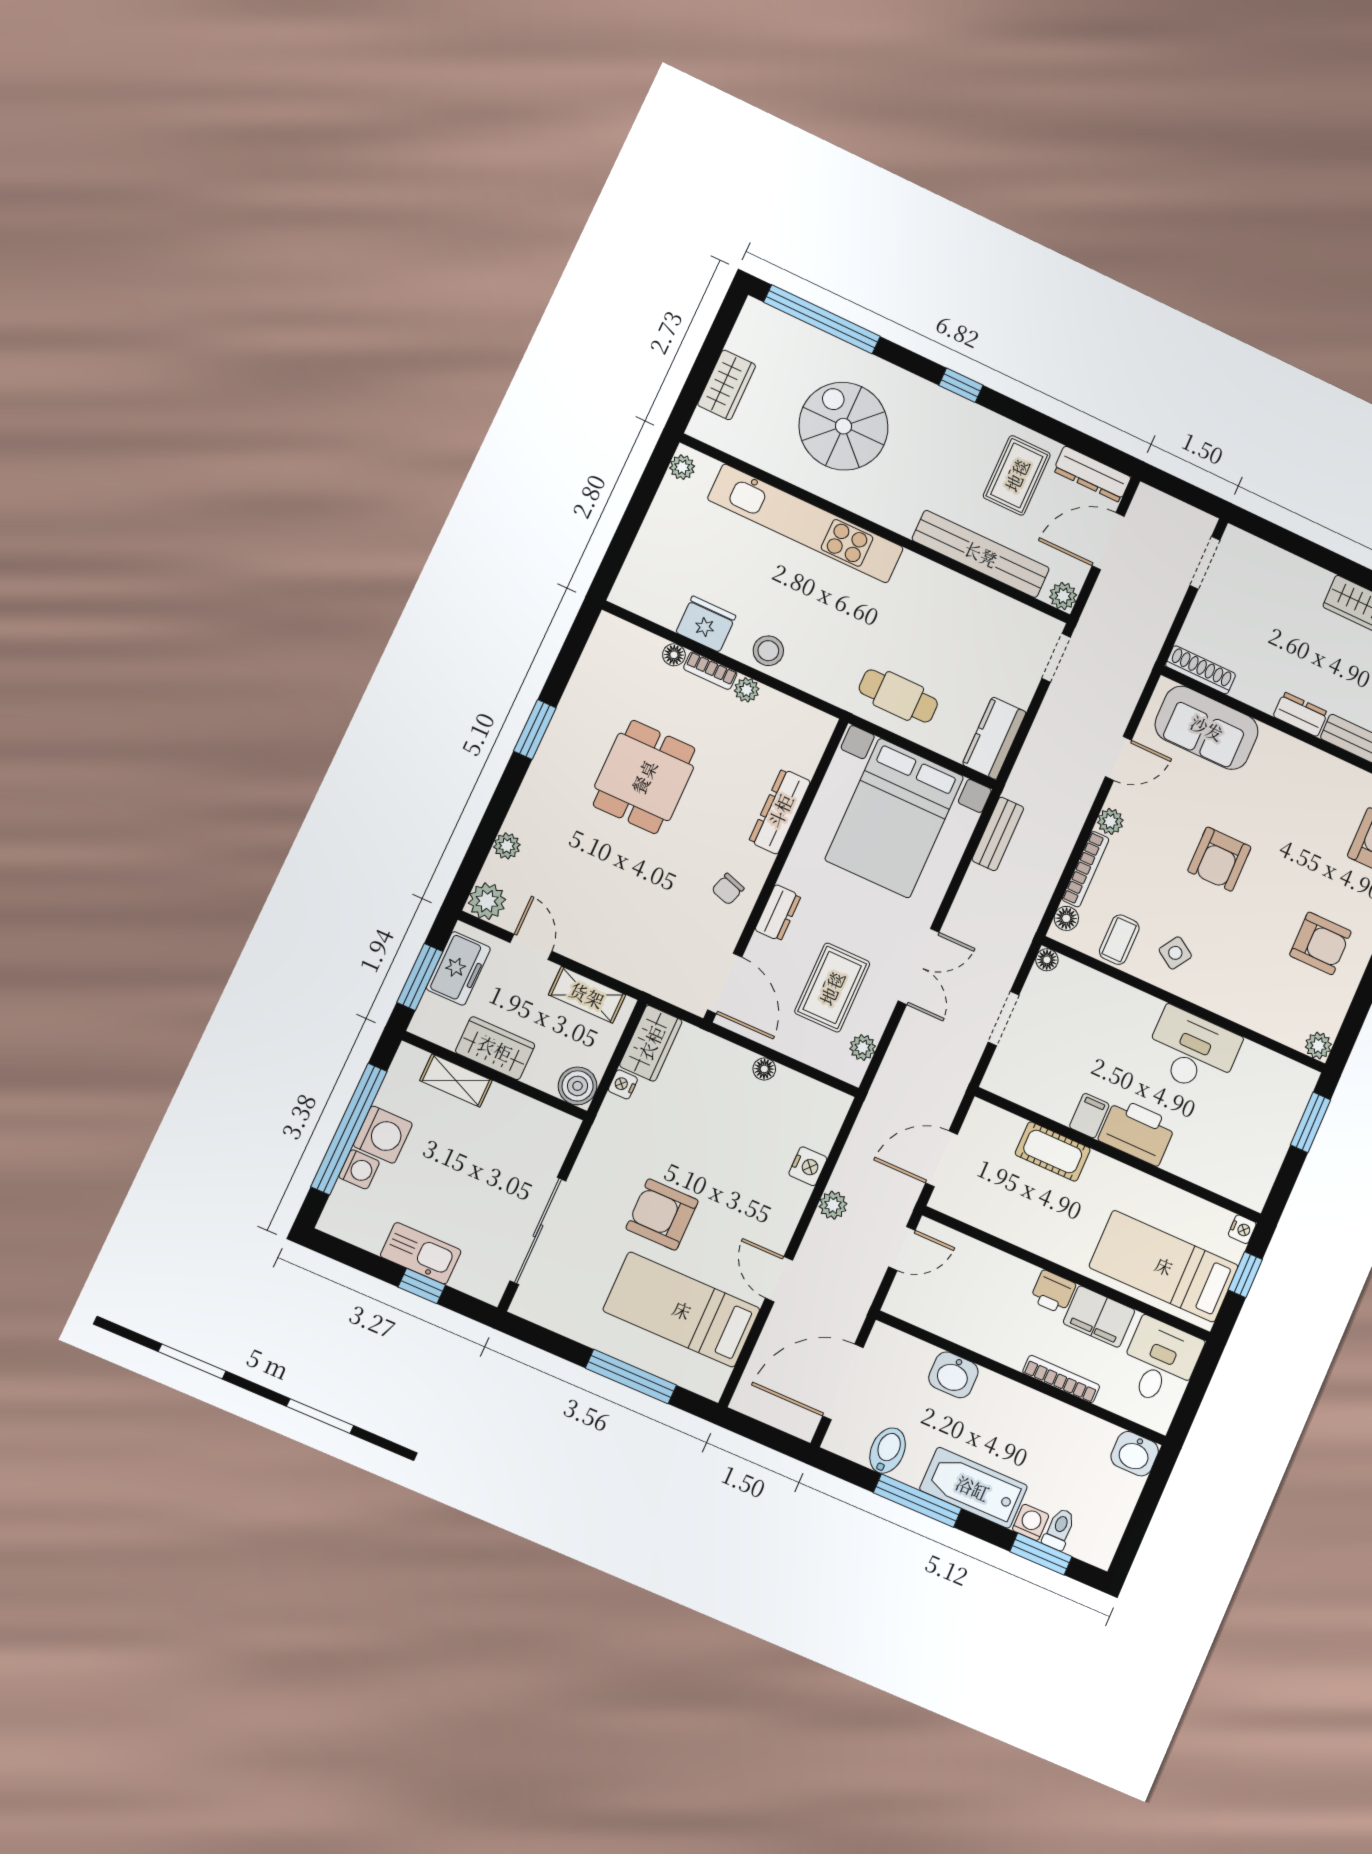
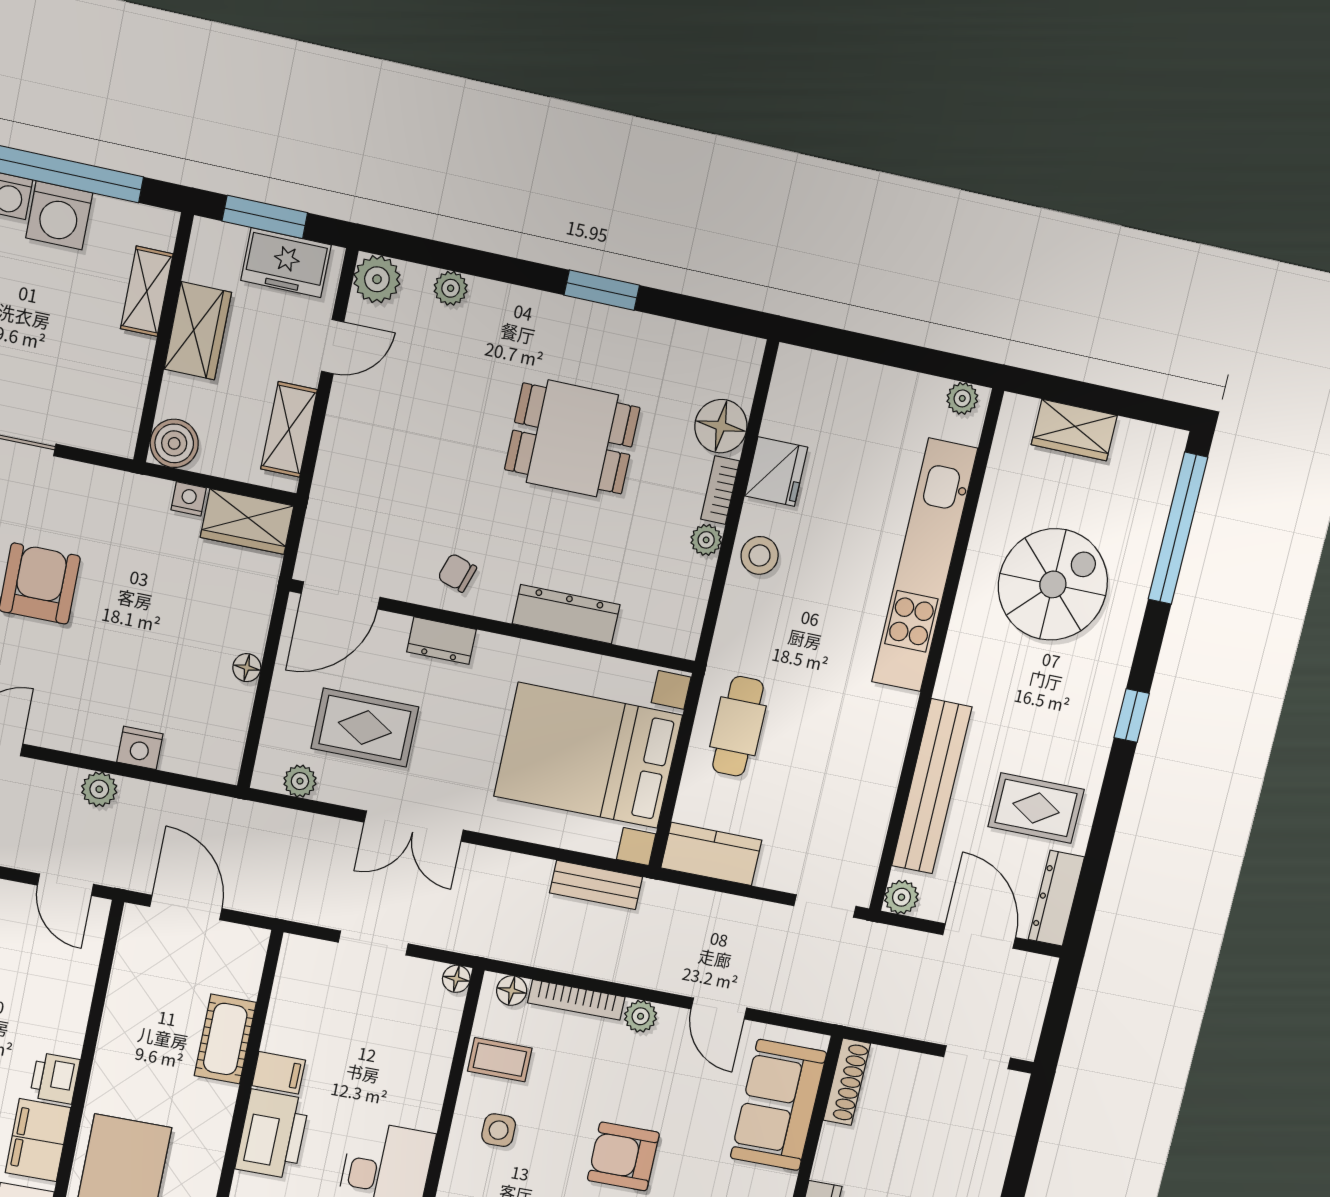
floor lamp: (674, 655) -> (721, 426), width x1.89, depth x1.89
side table: (1175, 953) -> (499, 1130), turned -33

